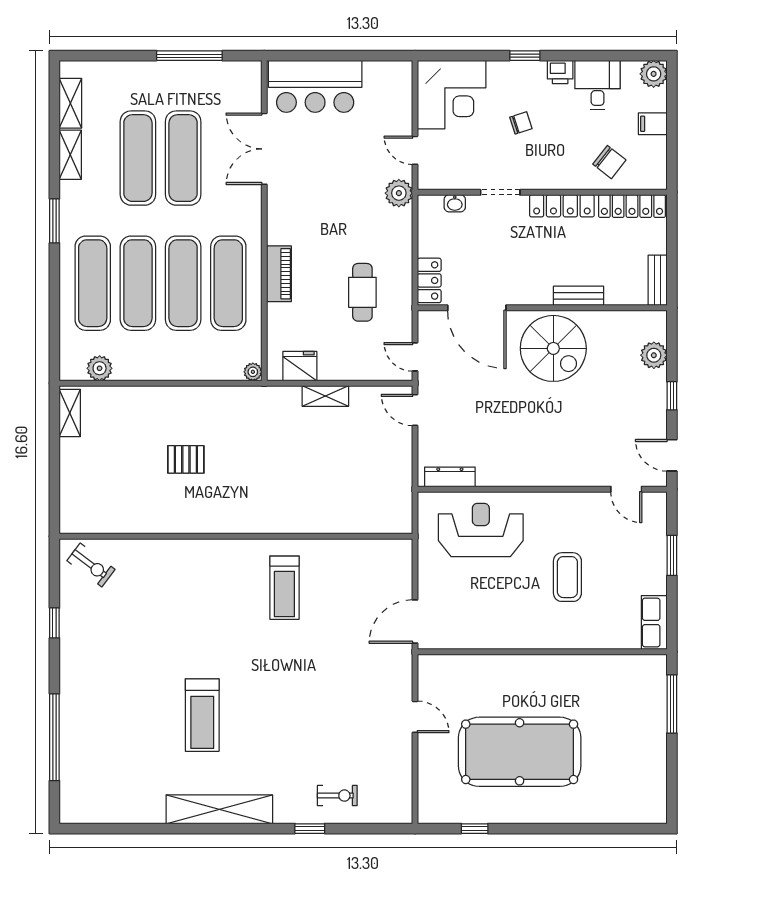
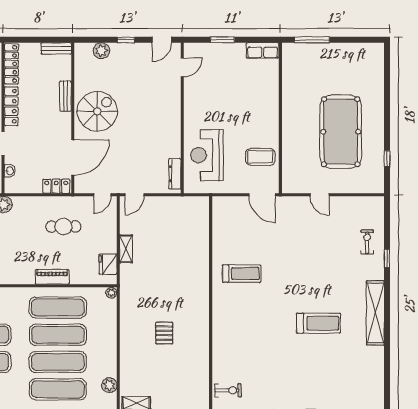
exercise bike: (91, 565) -> (228, 390), turned 53
coffee table: (567, 577) -> (260, 157), moved
door: (415, 717) -> (320, 195), swing flipped

